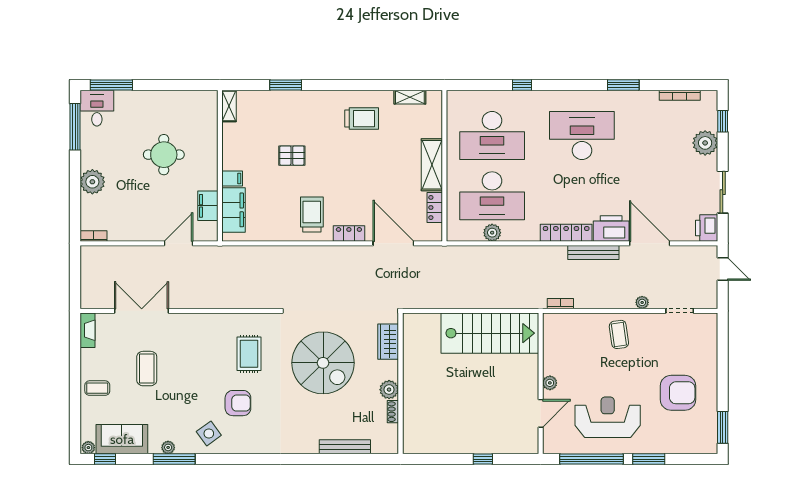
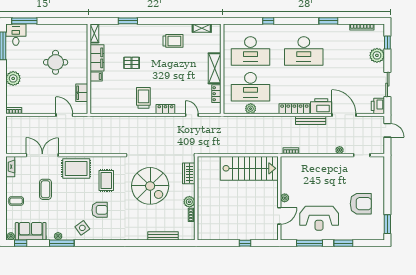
desk: (582, 136) -> (304, 51), turned 180
filing cabinet: (234, 210) -> (97, 58), moved
door: (178, 243) -> (64, 115), hinge flipped
door: (393, 243) -> (192, 115), width x0.53
rug: (199, 333) -> (76, 168), added
coffee table: (619, 334) -> (326, 169), removed
reception desk: (608, 417) -> (319, 218), turned 180
window: (591, 459) -> (309, 243), width x0.68

